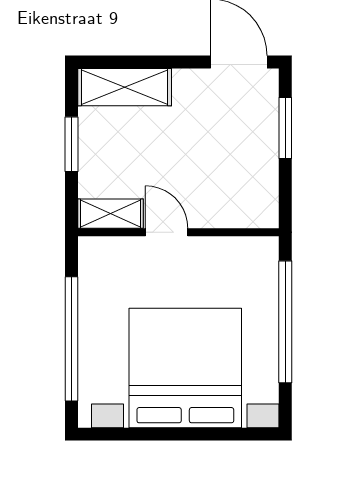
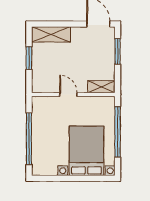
shelving: (111, 214) -> (101, 87), moved
bed with nightstands: (185, 368) -> (86, 151), width x0.73

